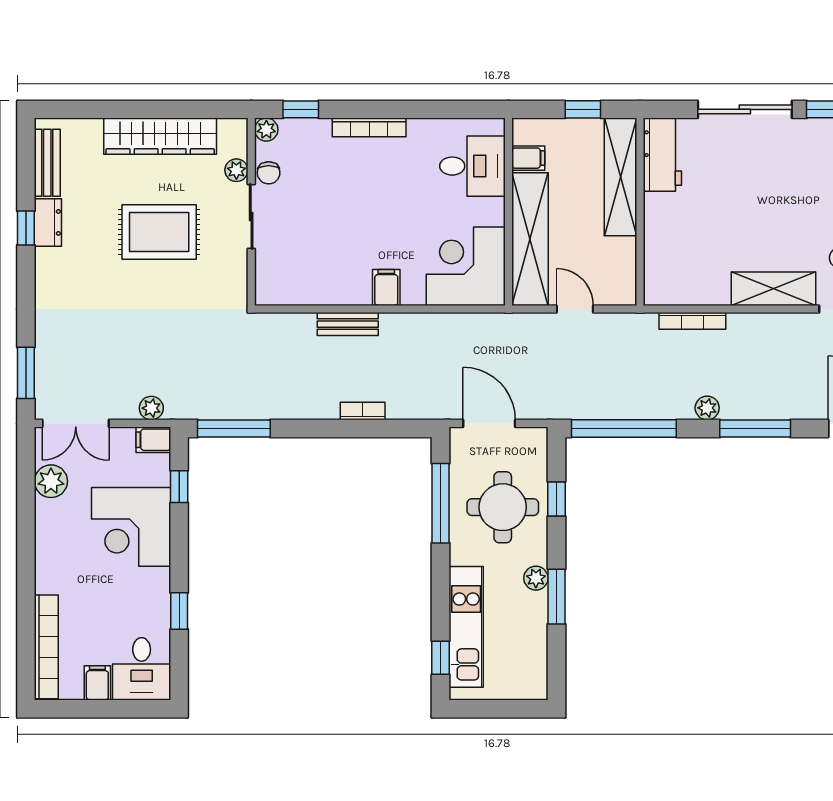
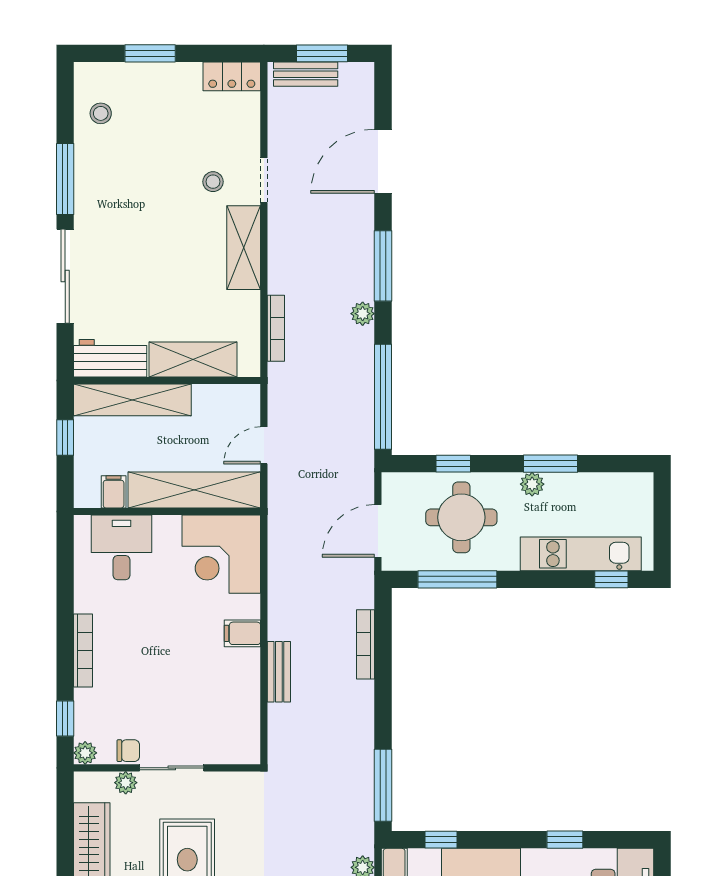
shelving: (661, 238) -> (193, 359), added
bookcase: (363, 411) -> (366, 644), width x1.56

